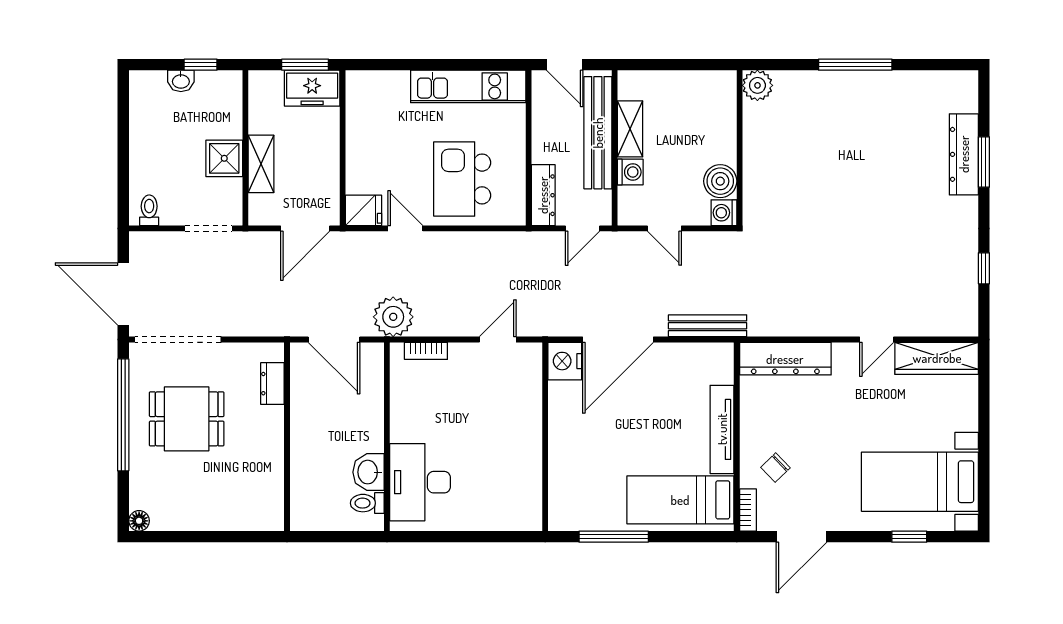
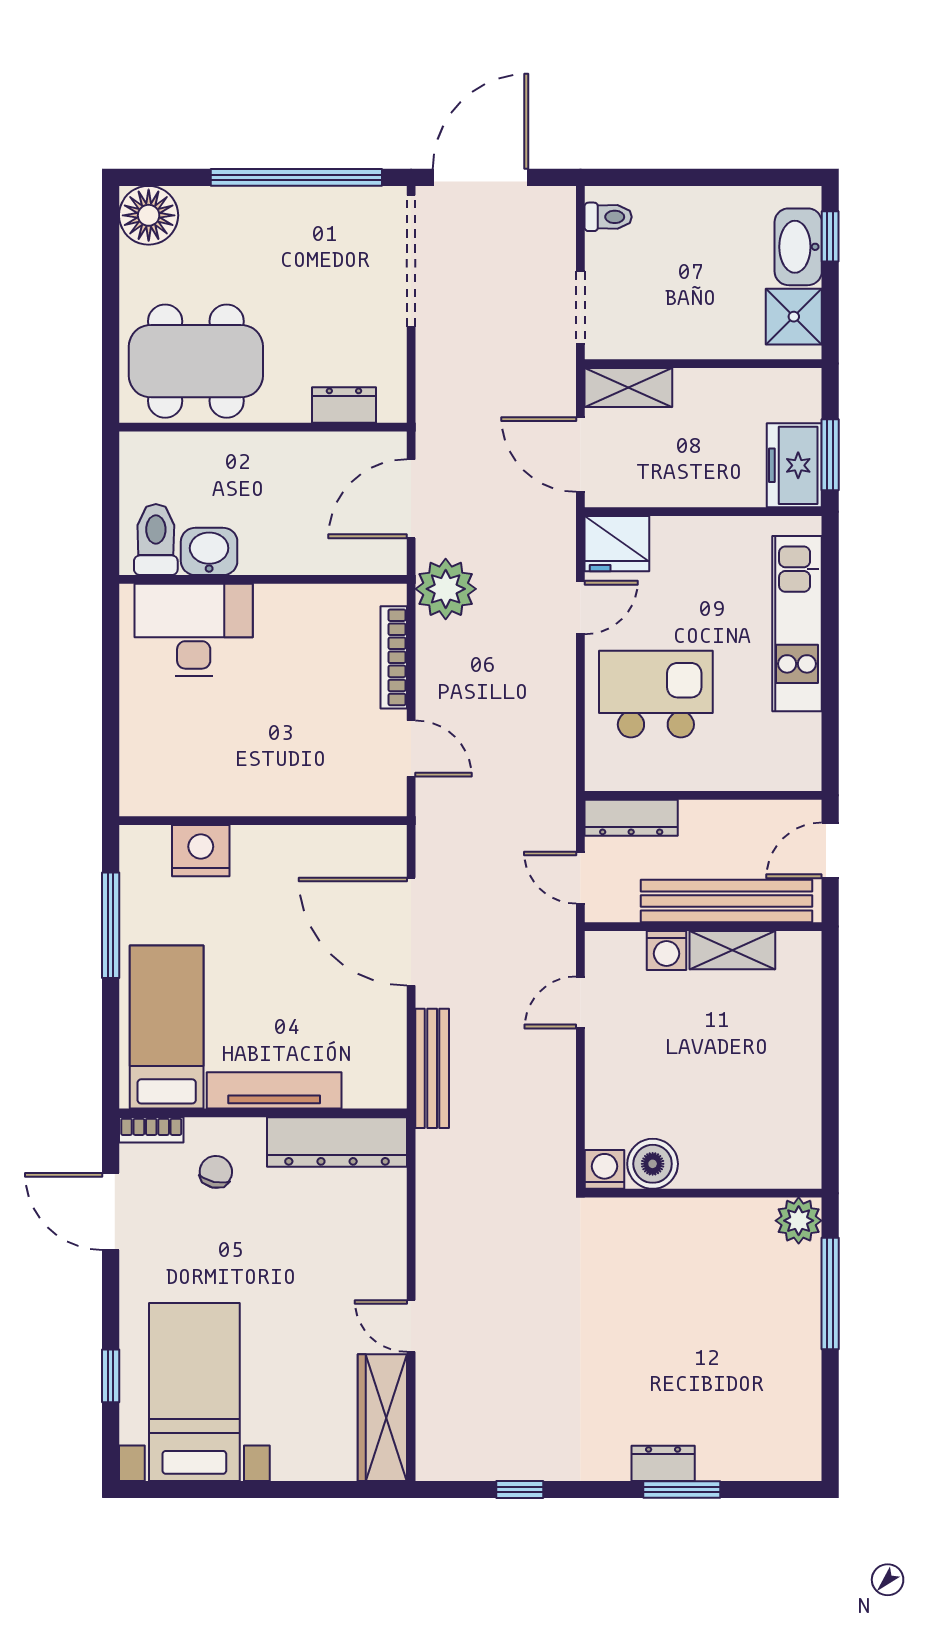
window: (201, 65) -> (830, 236), moved
washbasin: (181, 81) -> (798, 247), width x1.91, depth x1.45
plant: (757, 85) -> (799, 1221), moved
kitchen unit: (468, 86) -> (797, 624), moved
wall: (740, 148) -> (703, 1193), moved
dresser: (964, 154) -> (663, 1463), width x0.51, depth x0.80
shower: (224, 158) -> (794, 317), moved
shelving: (261, 164) -> (628, 387), moved
boiler: (720, 181) -> (653, 1164), moved
fridge: (364, 210) -> (617, 544), width x1.38
washing machine: (724, 213) -> (604, 1169), moved
bookcase: (426, 351) -> (394, 657), width x1.56
dresser: (785, 359) -> (337, 1142), moved, turned -90
nightstand: (565, 361) -> (201, 851), moved
dining table: (187, 419) -> (196, 361), moved, width x1.38
chair: (775, 468) -> (216, 1172), turned 56
toilet: (367, 503) -> (156, 539), width x1.37, depth x1.39
floor lamp: (139, 521) -> (149, 215), width x1.89, depth x1.89

